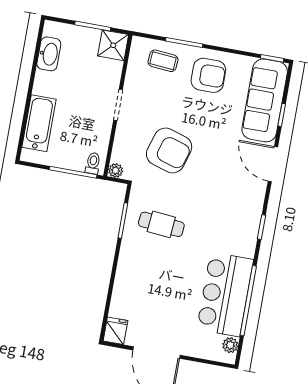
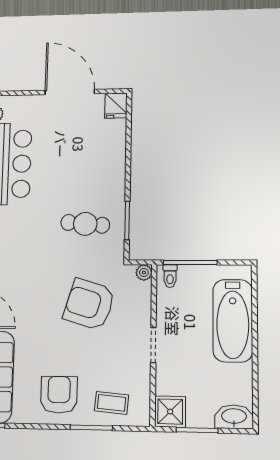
washbasin: (49, 54) -> (234, 417), moved, turned 90
armchair: (208, 75) -> (59, 395), turned 90
bathtub: (39, 123) -> (233, 321), width x1.36, depth x1.36

